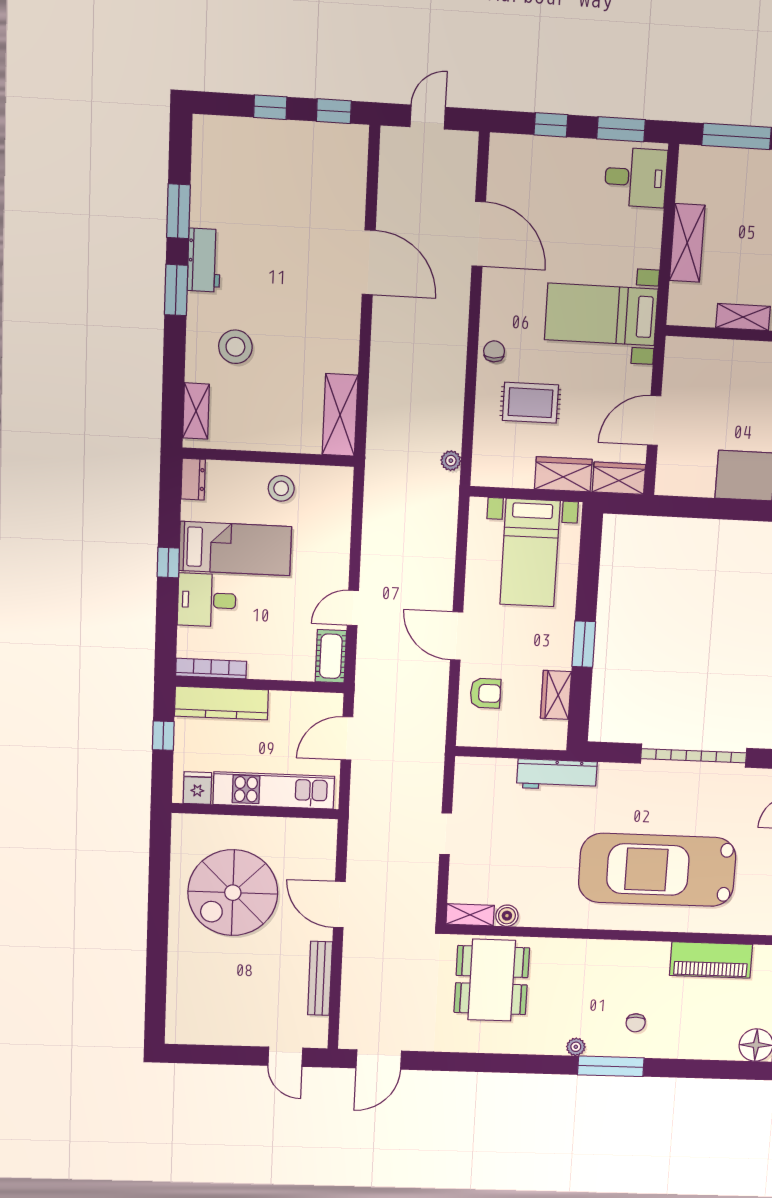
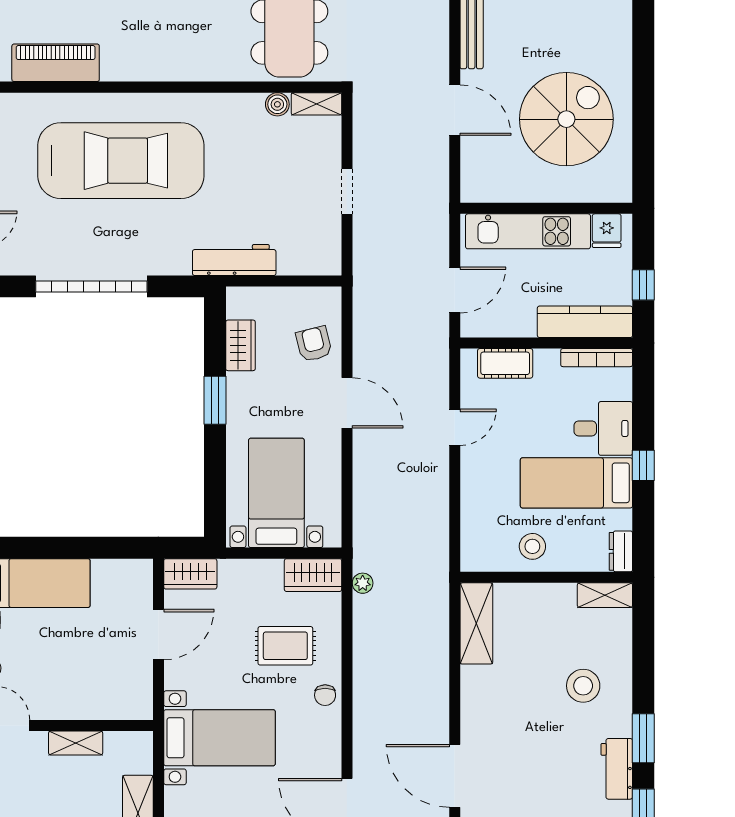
shelving: (196, 411) -> (605, 595), moved, turned 90
wardrobe: (563, 474) -> (313, 575), moved
cot: (331, 656) -> (505, 363), moved, turned 90
armchair: (485, 693) -> (314, 344), turned 76

